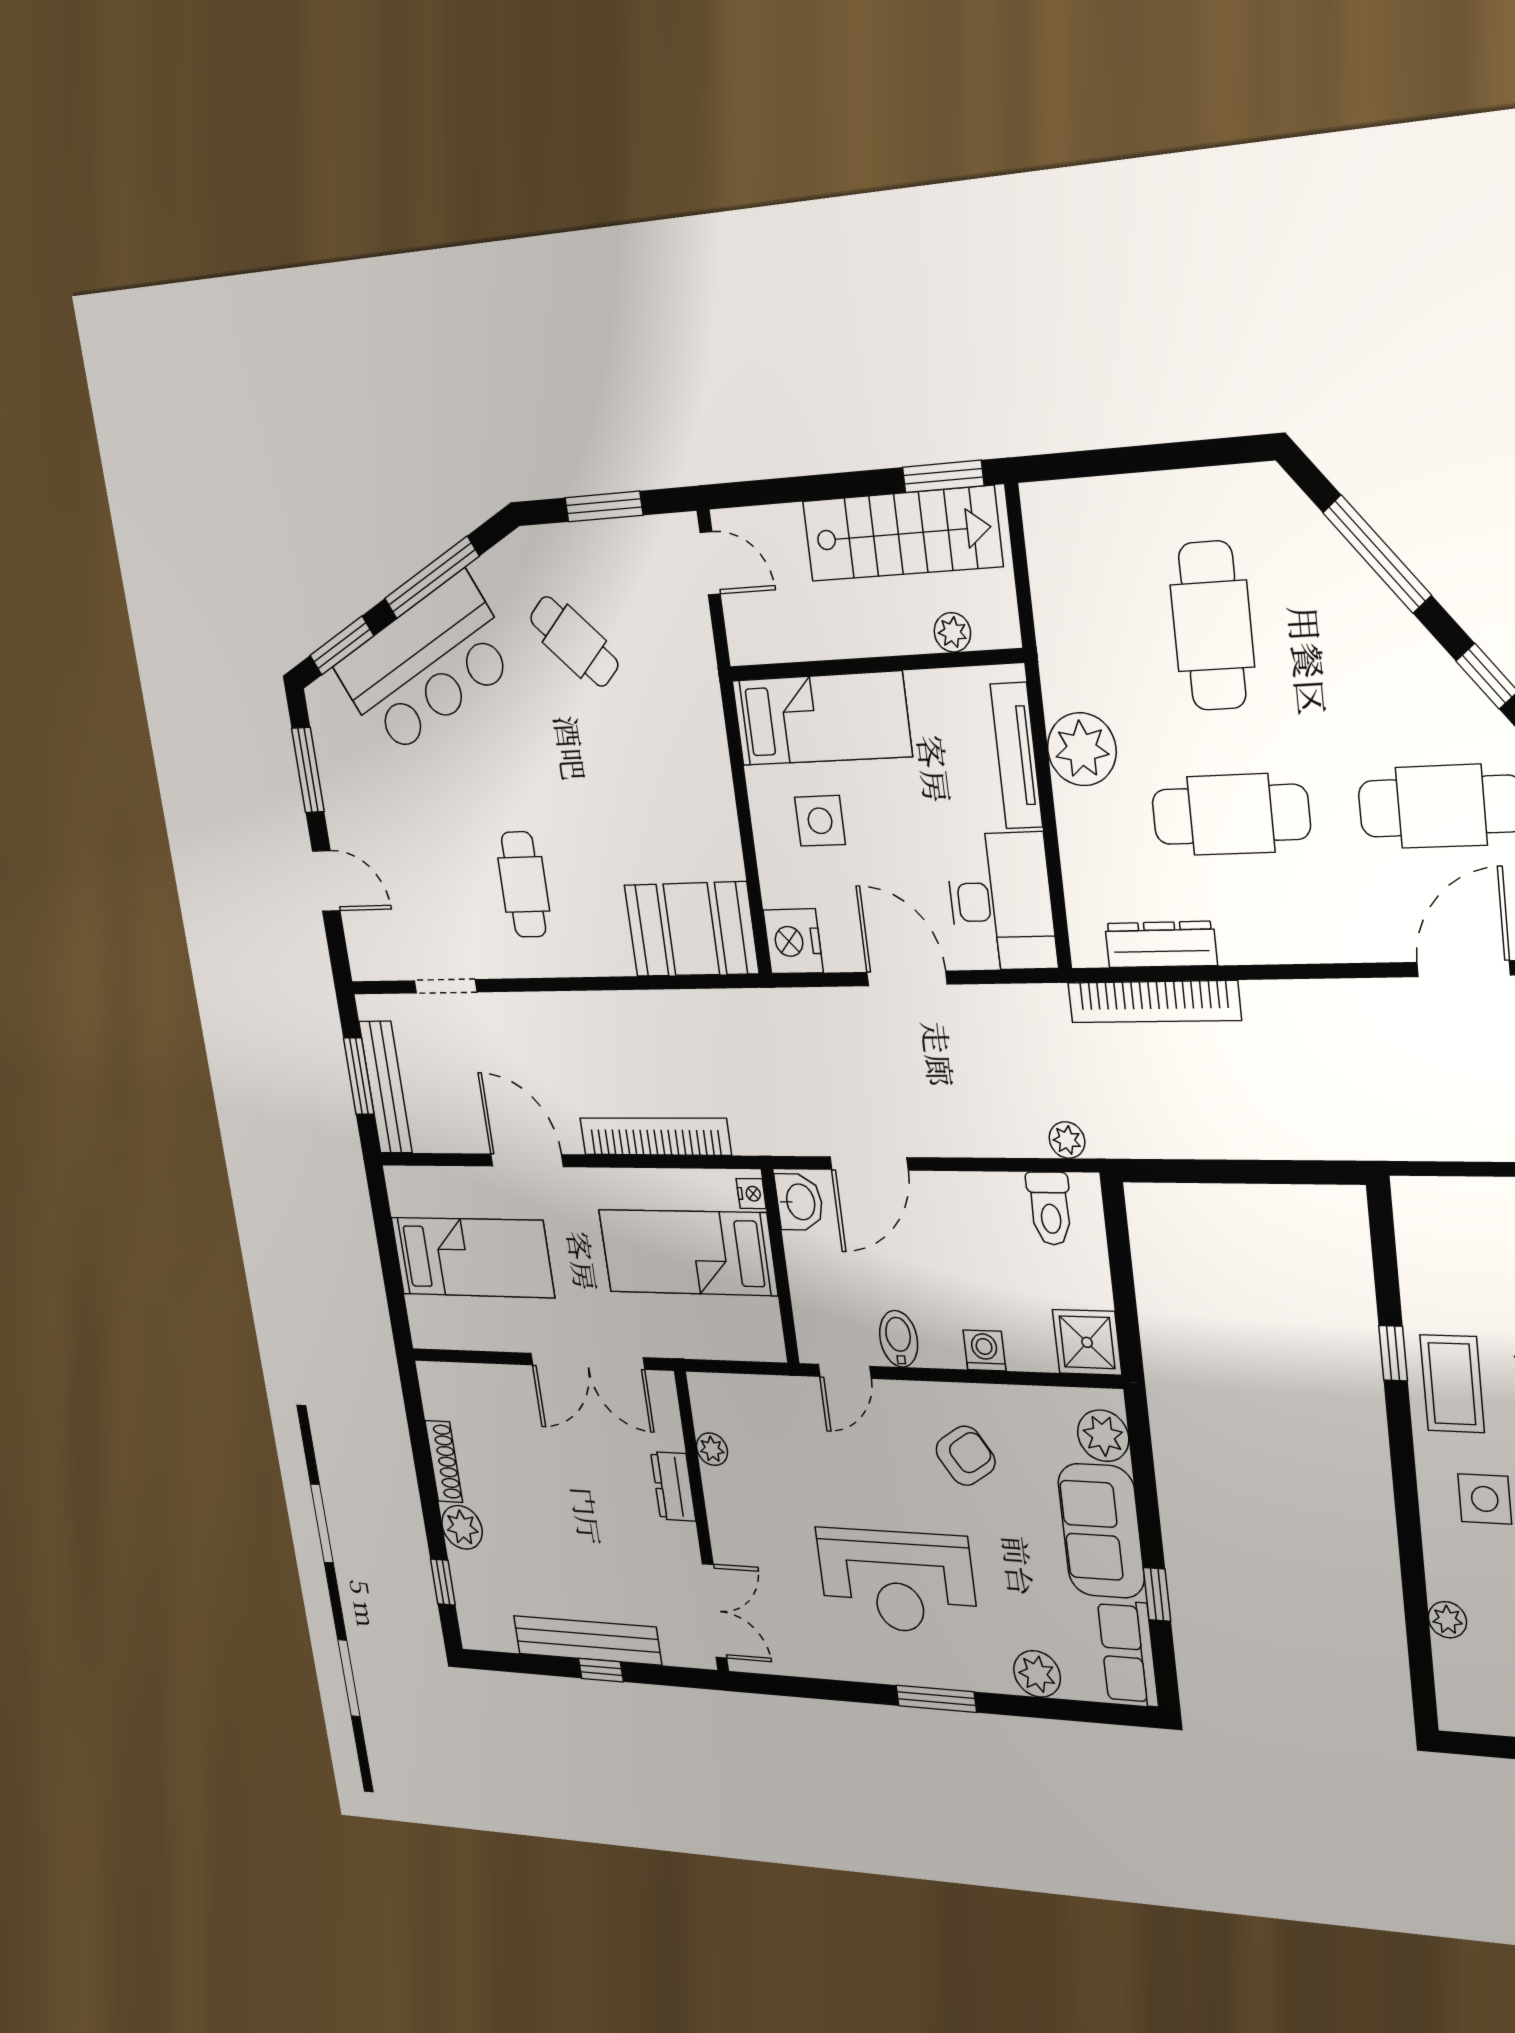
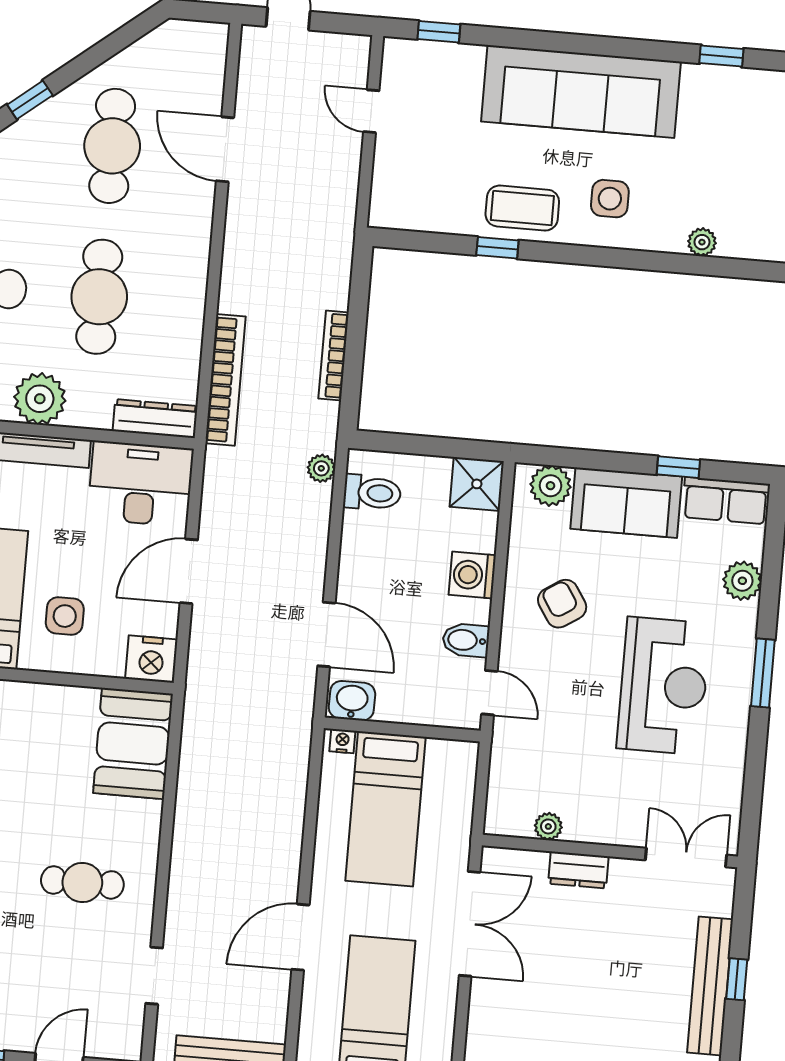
dresser: (1161, 944) -> (155, 419), moved, turned 90
bookcase: (655, 1137) -> (334, 355), moved, width x0.68, depth x0.76
washing machine: (985, 1350) -> (472, 575), width x1.38, depth x1.38

